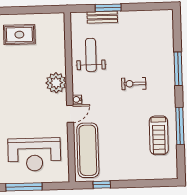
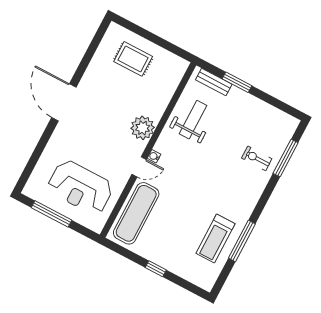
bench: (102, 17) -> (214, 82), moved
window: (178, 69) -> (286, 158), moved
exercise bike: (134, 84) -> (257, 158), moved
window: (102, 185) -> (156, 269), moved

